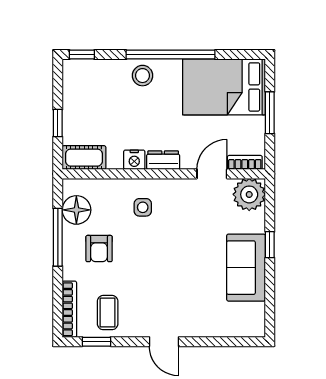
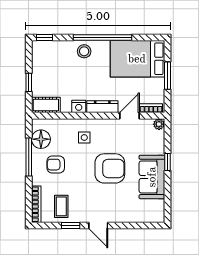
dresser: (163, 160) -> (102, 107), width x1.44
plant: (249, 194) -> (159, 124), width x0.53, depth x0.53
armchair: (99, 249) -> (56, 165), turned 90
armchair: (182, 255) -> (110, 168), added
window: (96, 342) -> (71, 225), moved

